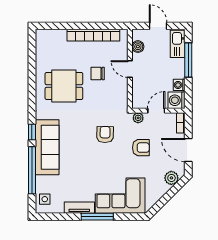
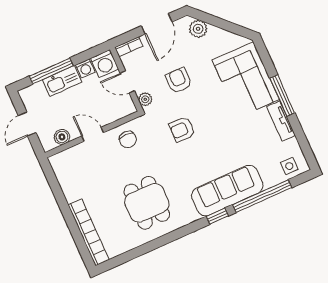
bookcase: (93, 35) -> (89, 232), moved
kitchen sink: (178, 44) -> (62, 81), moved
door: (130, 69) -> (92, 134), swing flipped
chair: (98, 74) -> (128, 139), moved

